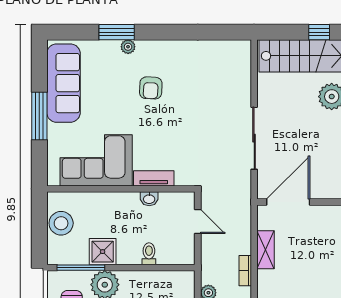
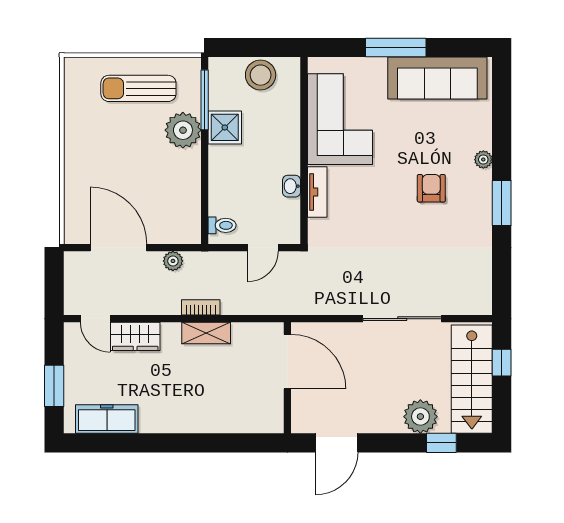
window: (117, 32) -> (502, 203), moved
window: (319, 32) -> (502, 363), moved
armchair: (151, 88) -> (431, 188), turned 87
sliding door: (254, 138) -> (402, 319), moved
shelving: (266, 250) -> (206, 333), moved
toilet: (149, 254) -> (222, 225), moved

